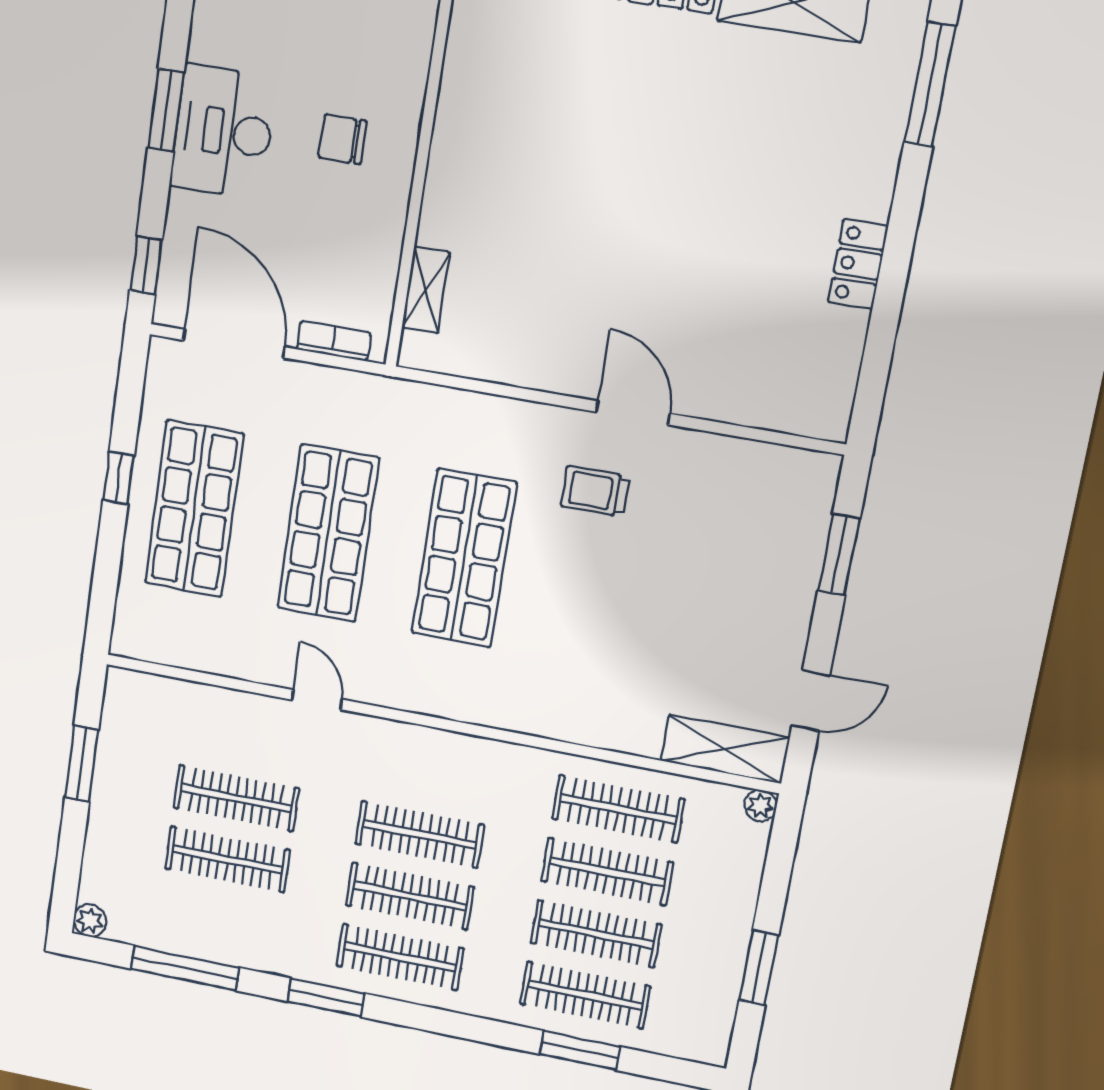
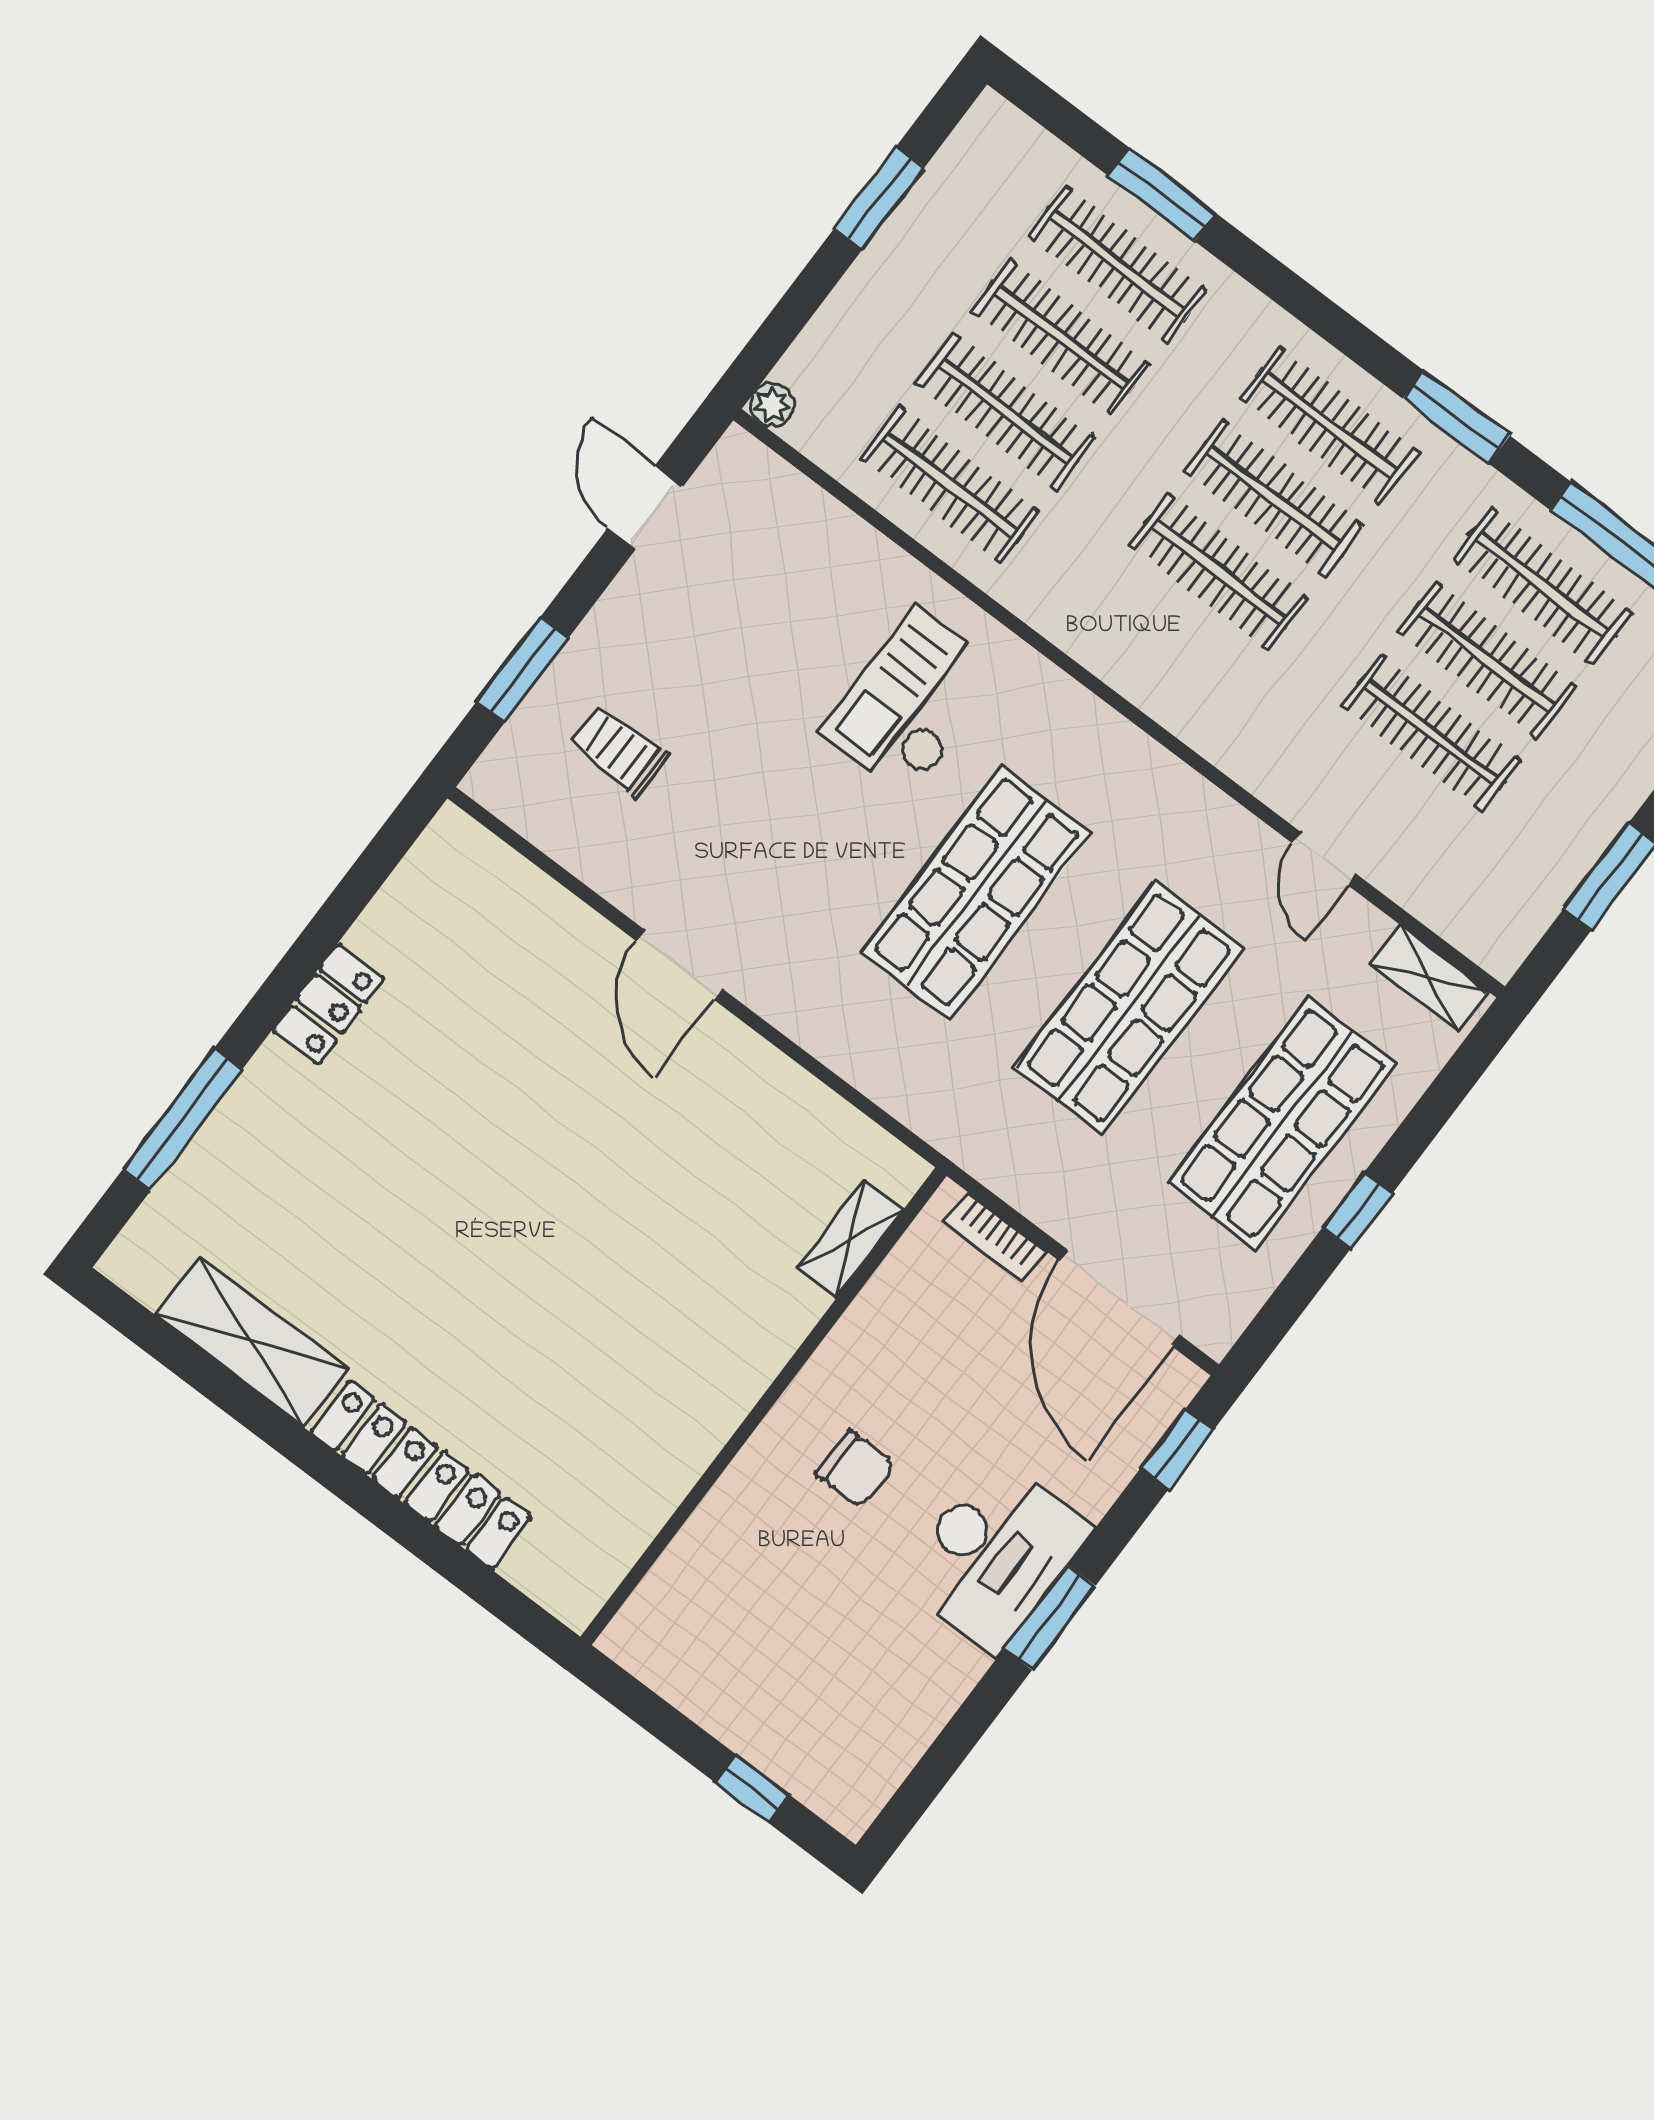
window: (930, 84) -> (182, 1119), moved
trolley: (595, 491) -> (620, 751), moved, turned 180
checkout: (570, 660) -> (913, 702), added
door: (317, 700) -> (1324, 859), moved
door: (811, 700) -> (645, 507), hinge flipped
shelving: (725, 749) -> (1429, 978), moved, width x0.67, depth x0.75
clothes rail: (219, 920) -> (1542, 586), added

